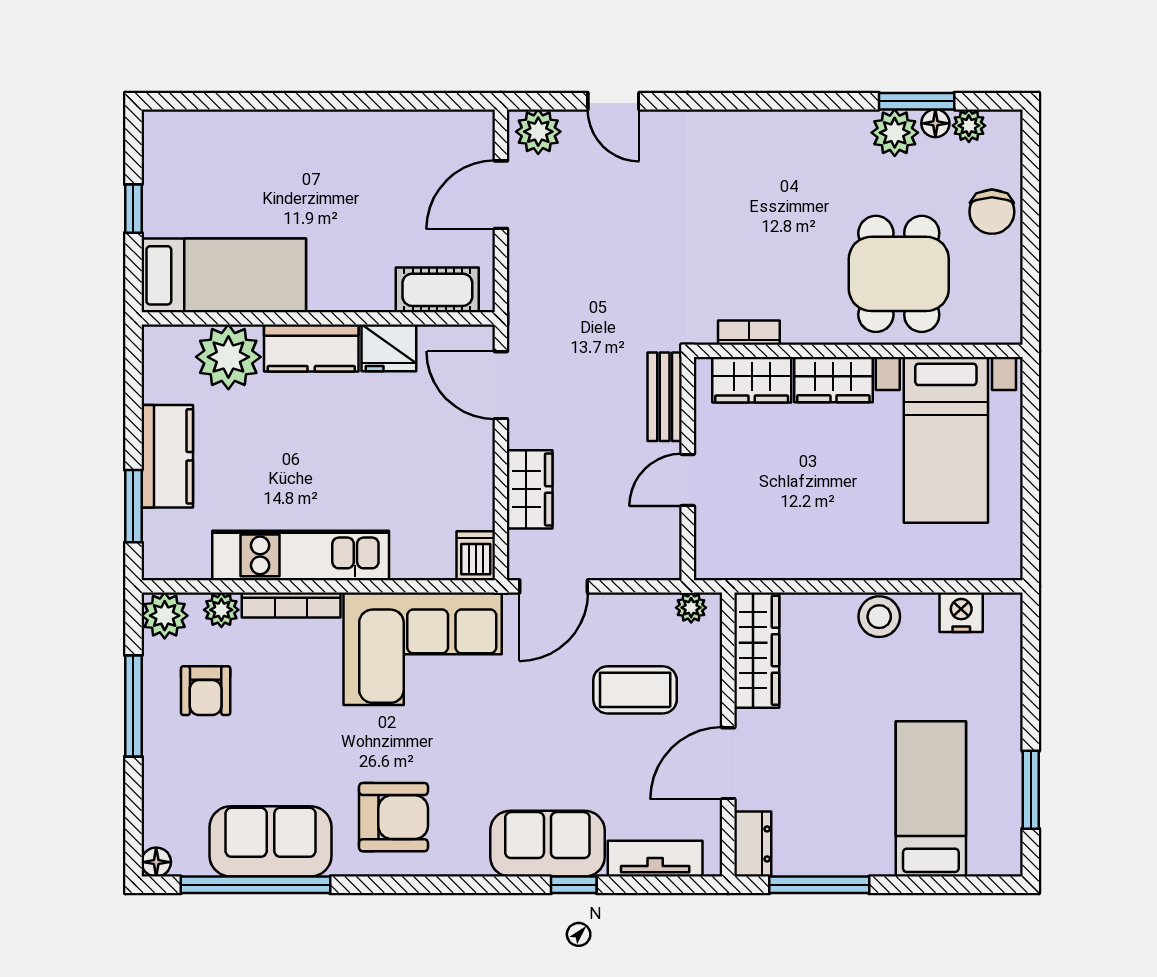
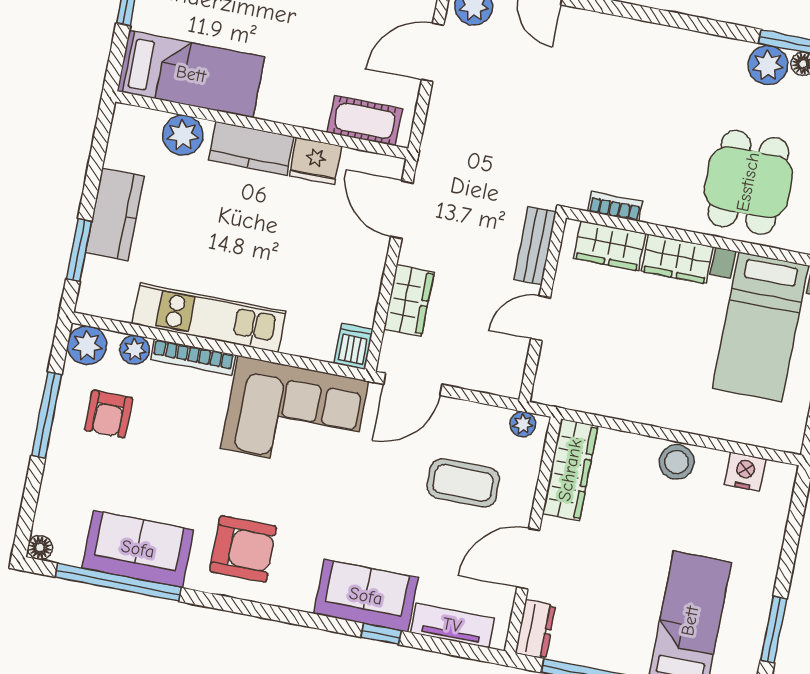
plant: (228, 357) -> (183, 135), width x0.73, depth x0.73

